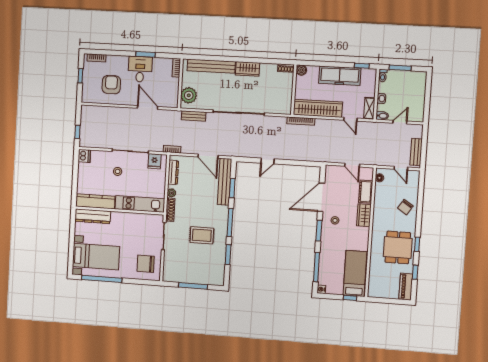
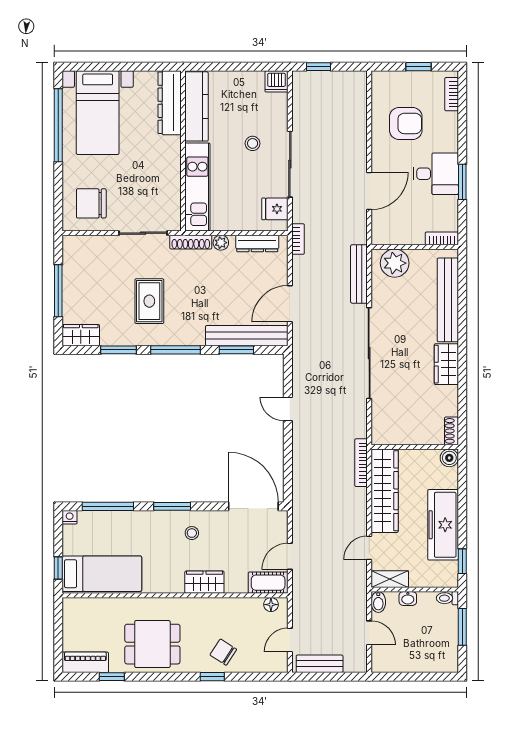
bench: (194, 116) -> (359, 274), width x1.36
cot: (366, 192) -> (268, 583), moved
door: (321, 197) -> (253, 506), moved
window: (417, 244) -> (212, 677), moved
chair: (146, 264) -> (91, 203), turned -90
wardrobe: (219, 275) -> (81, 335), added

